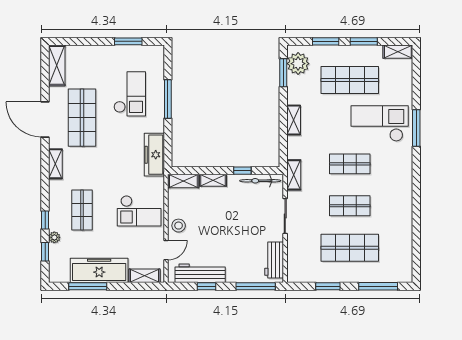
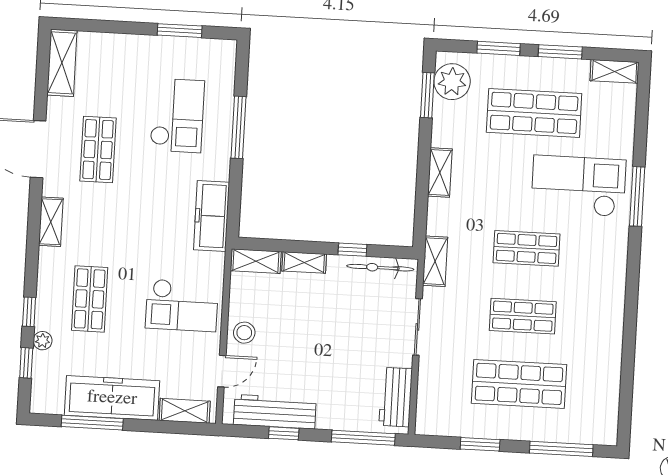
shop shelf: (82, 118) -> (98, 150), width x0.70, depth x0.74

